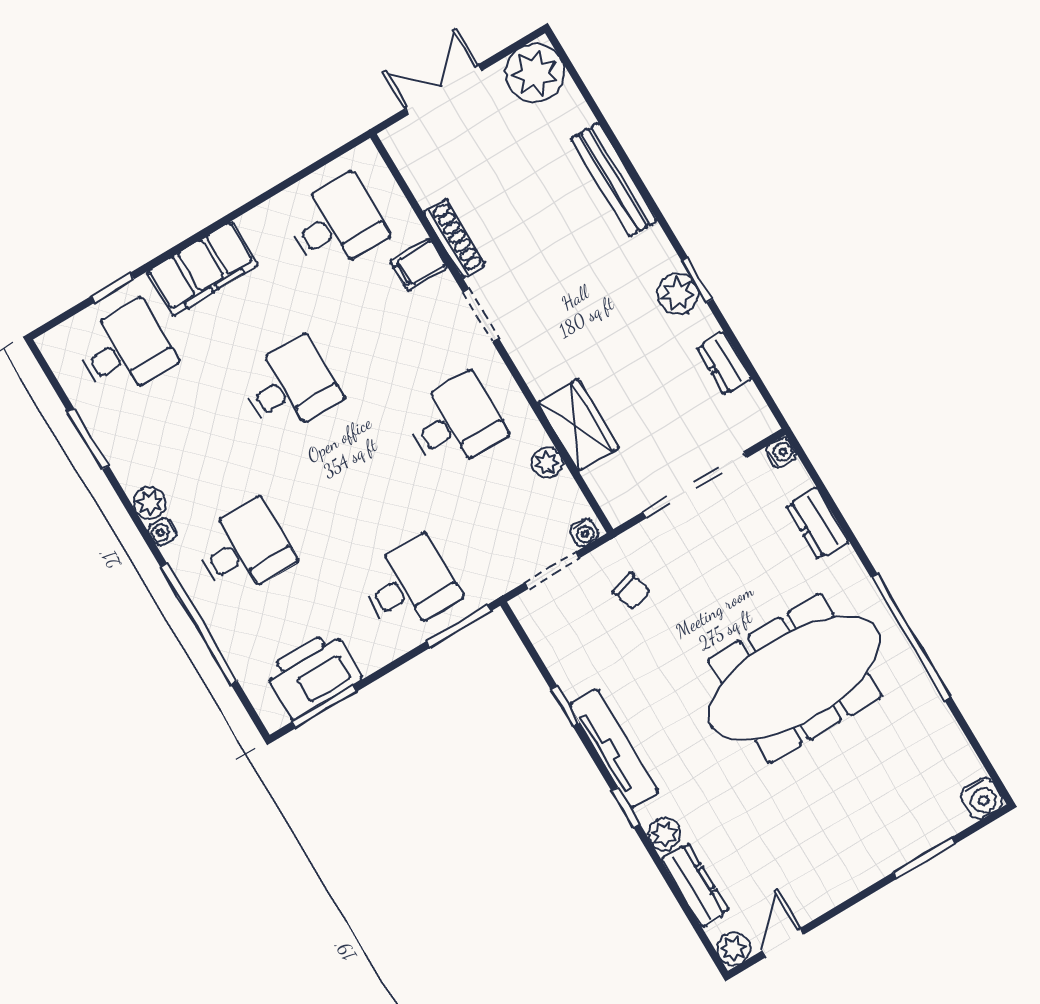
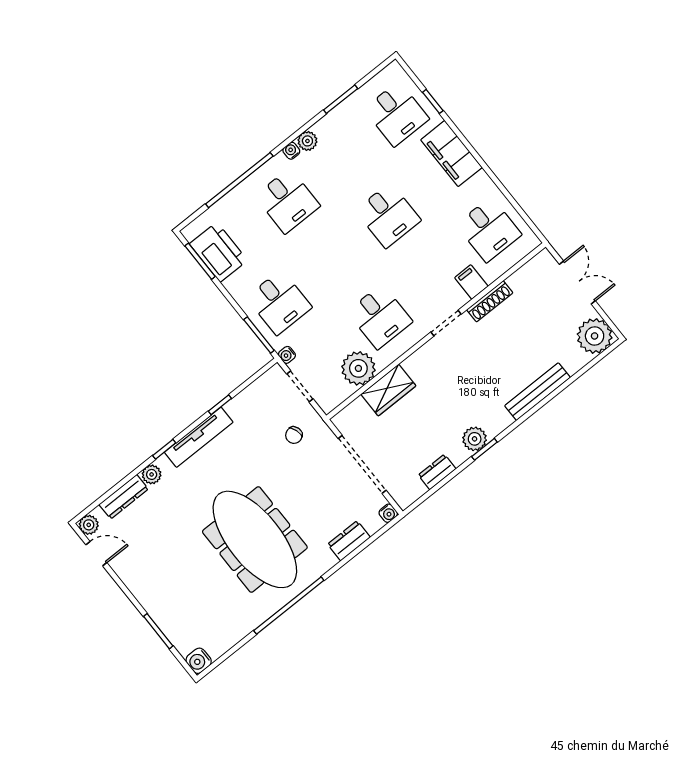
plant: (547, 463) -> (358, 368), width x1.88, depth x1.88
water cooler: (584, 533) -> (287, 355), moved

